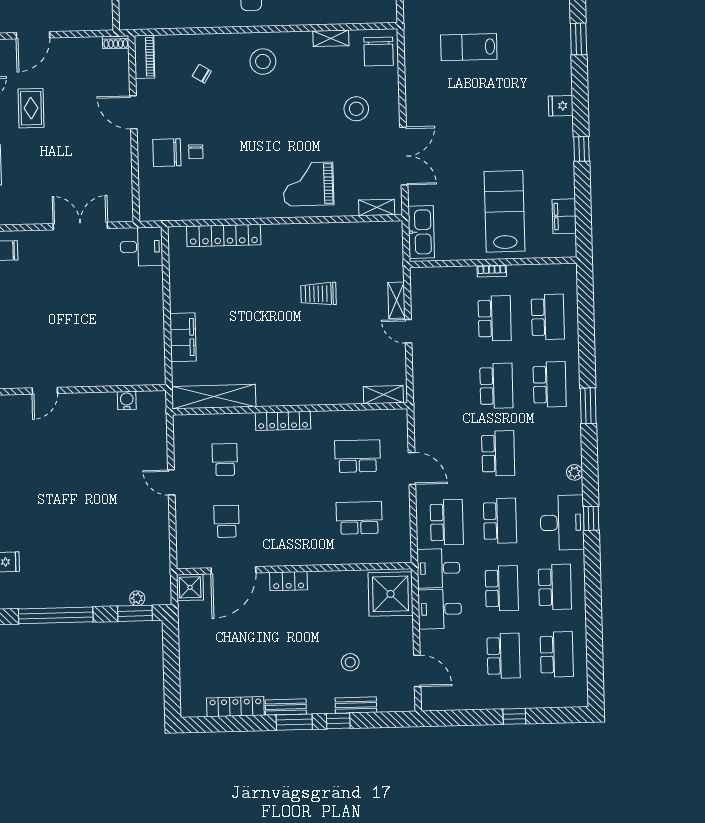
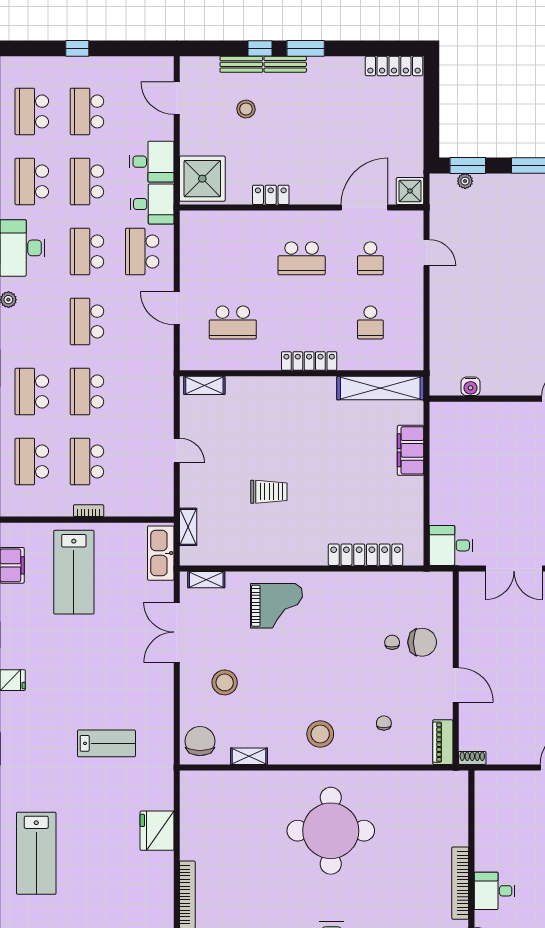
chair: (202, 74) -> (384, 723), turned -122
shelving: (397, 300) -> (188, 527), moved
door: (171, 482) -> (426, 253), moved
school desk: (359, 518) -> (302, 258), moved
locker: (289, 581) -> (271, 195), moved
locker: (235, 707) -> (394, 66), moved
bench: (286, 707) -> (285, 64), moved

